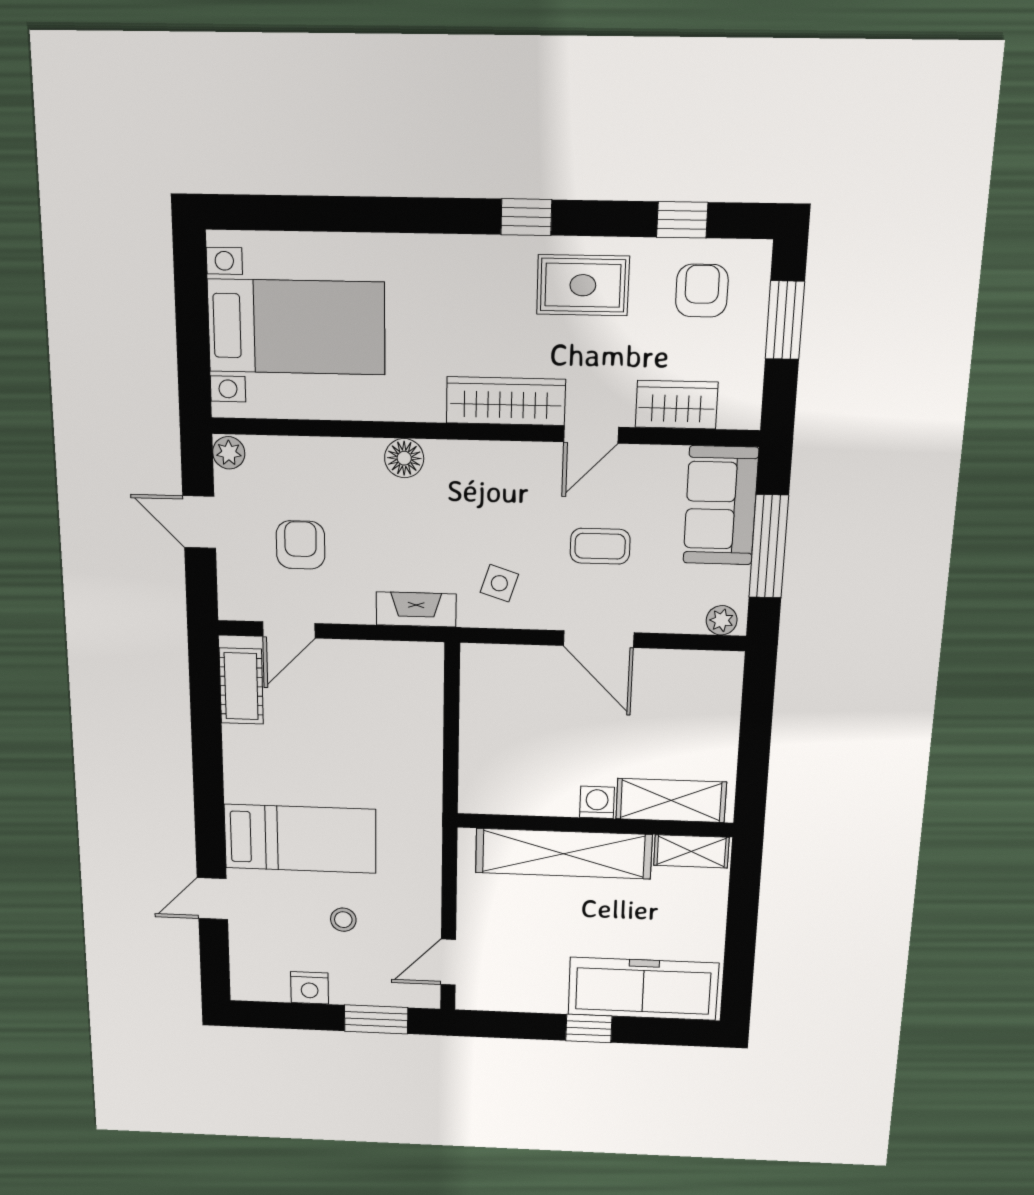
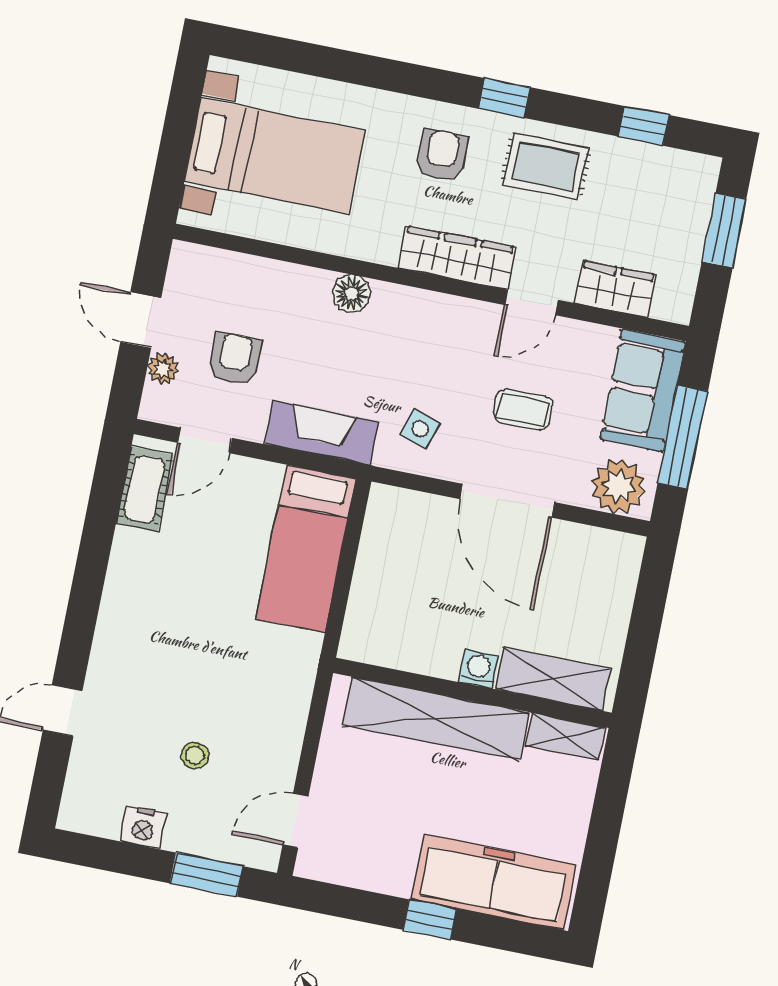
armchair: (702, 291) -> (442, 155), moved
plant: (229, 453) -> (163, 369), moved
fireplace: (416, 609) -> (321, 433), width x1.37, depth x1.32
plant: (722, 620) -> (618, 487), width x1.88, depth x1.88
door: (599, 639) -> (507, 501), width x1.36
bed: (300, 839) -> (306, 549), moved, turned 90

